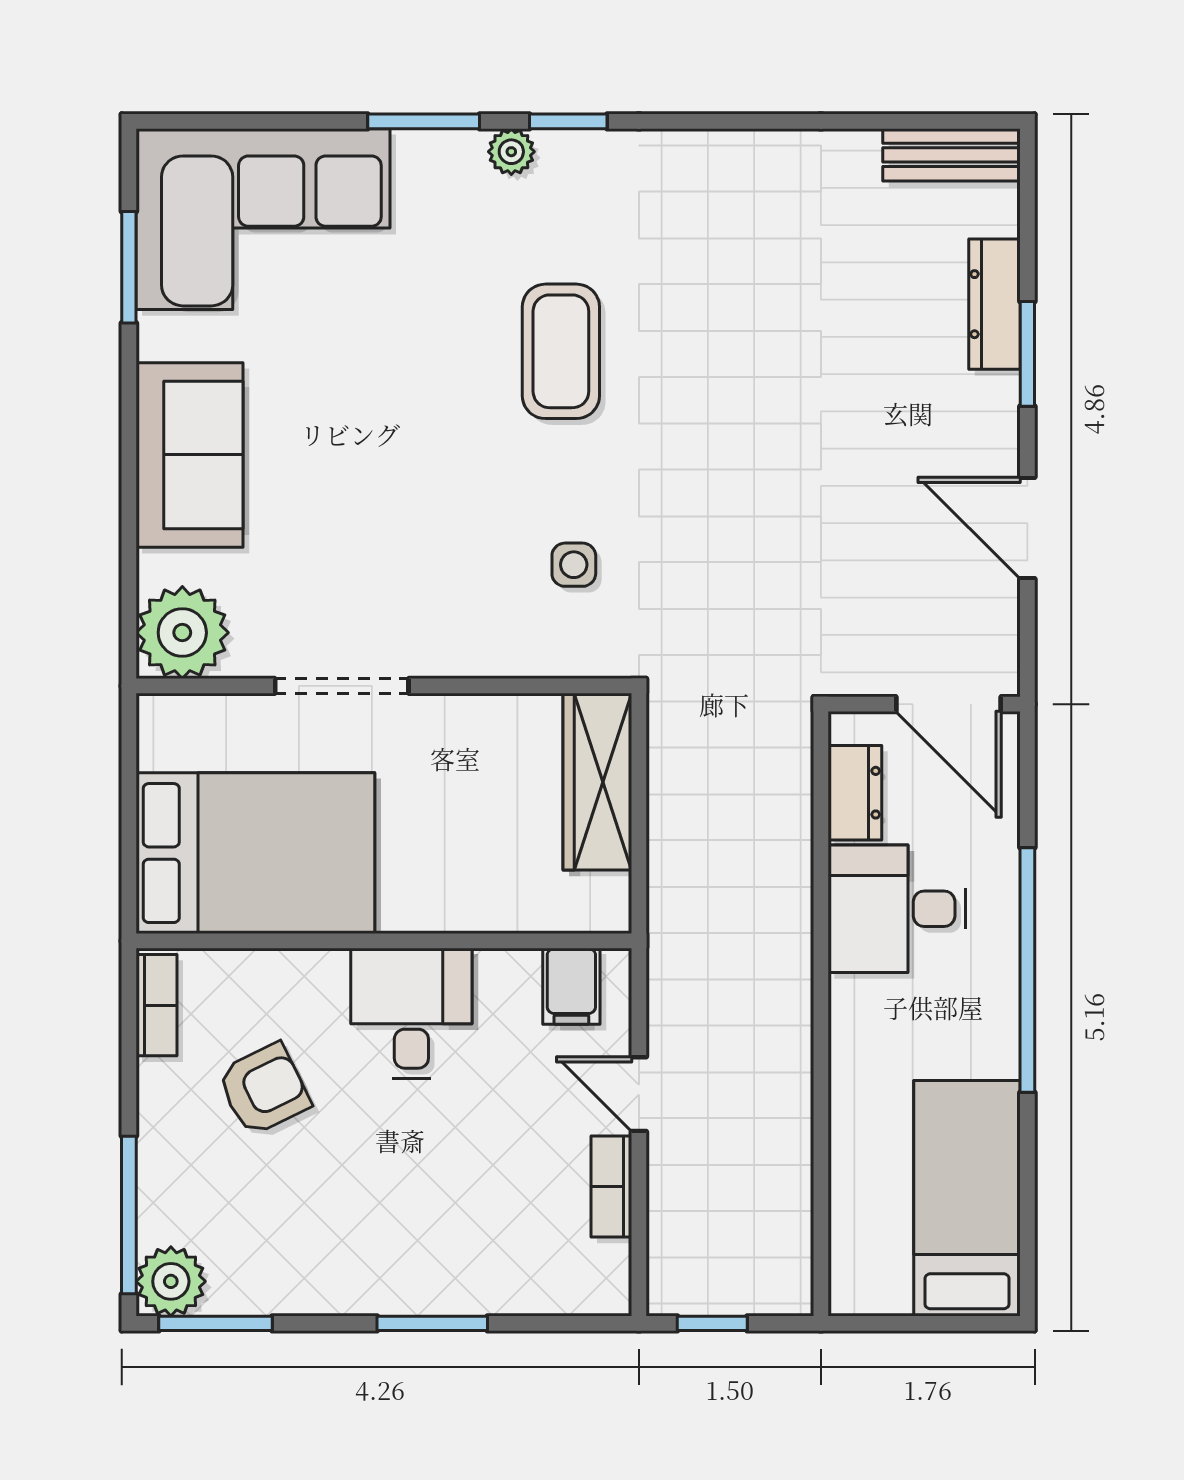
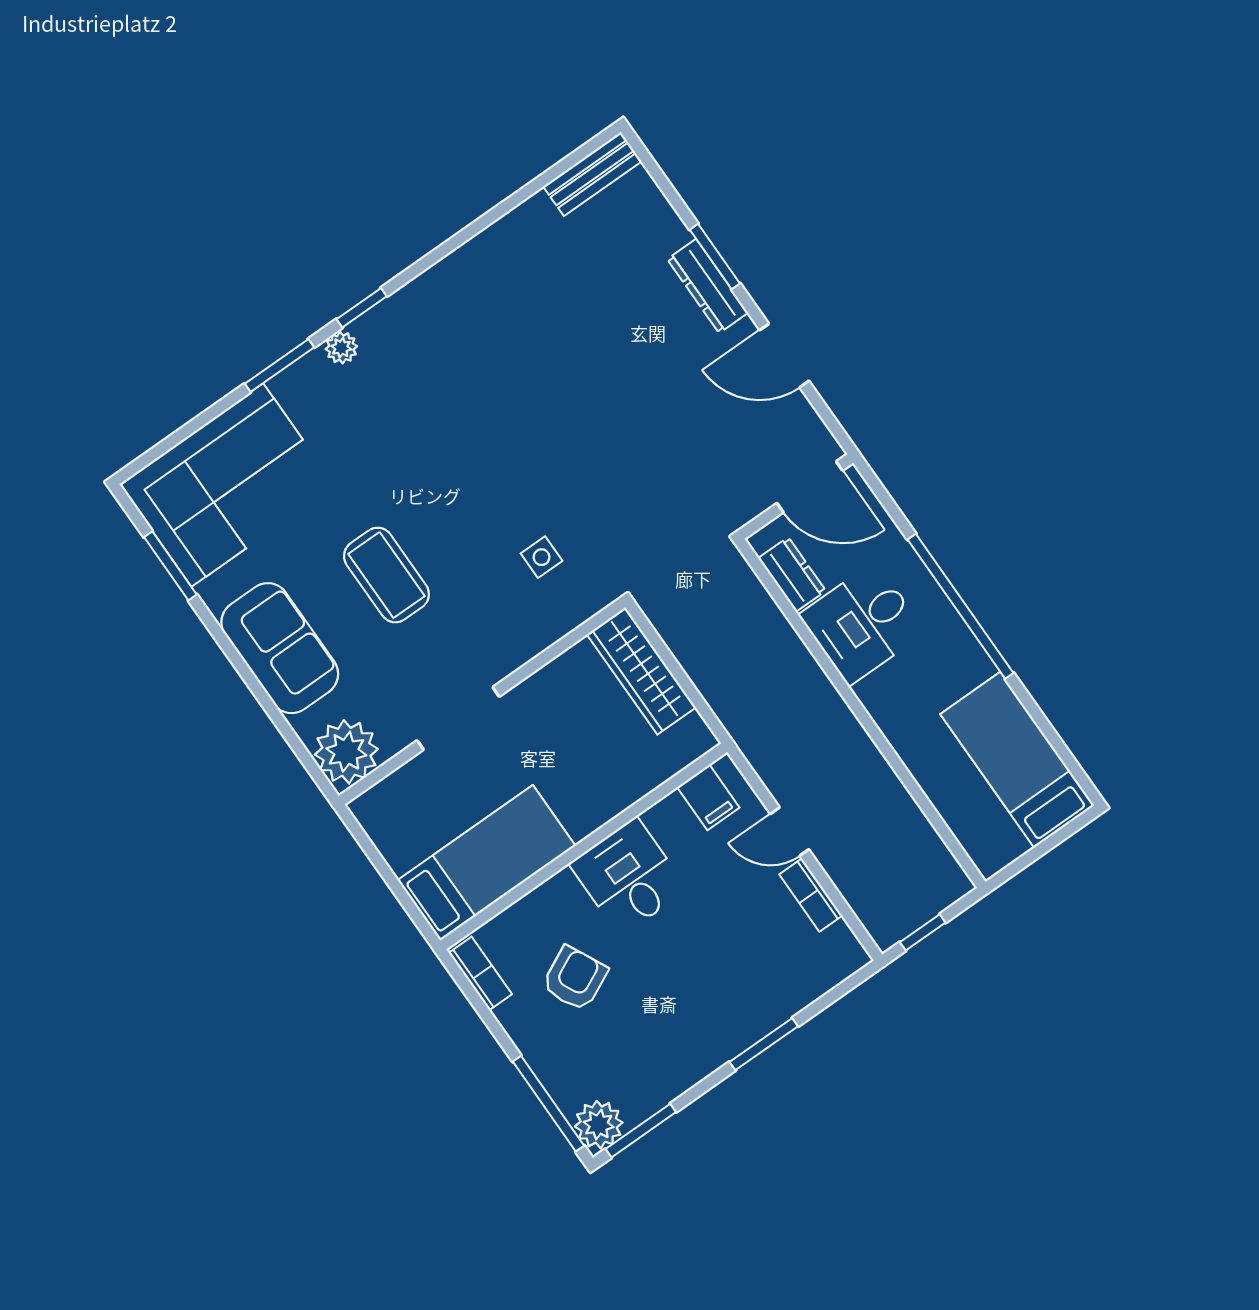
dresser: (994, 304) -> (708, 286), moved
coffee table: (561, 351) -> (386, 575), moved
bed: (255, 853) -> (487, 863), width x0.67

